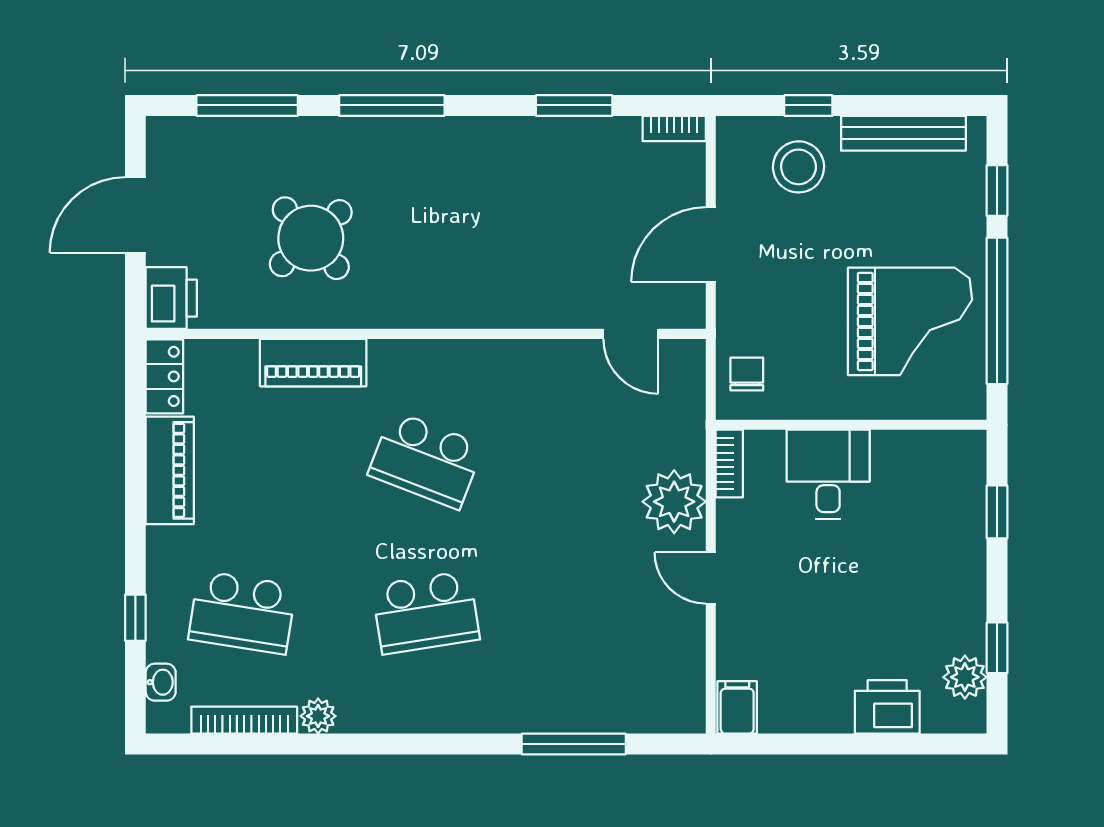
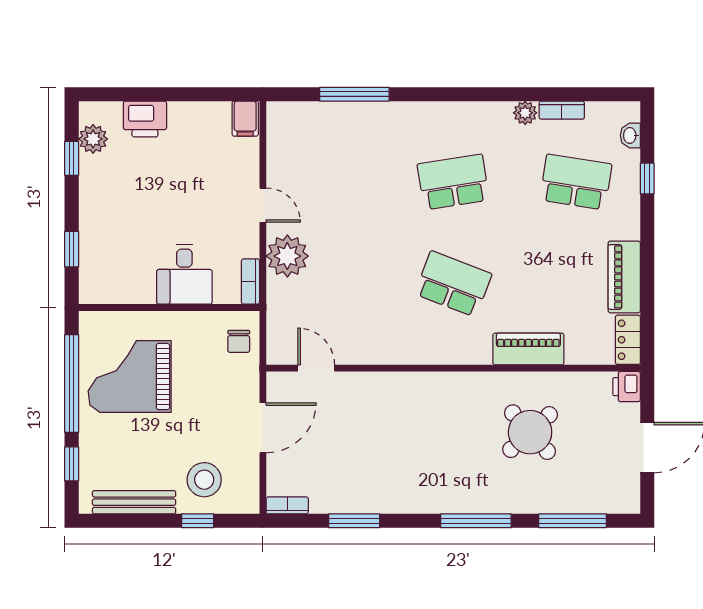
printer: (171, 298) -> (627, 387), width x0.73, depth x0.81
bookcase: (244, 720) -> (562, 110), width x0.64

